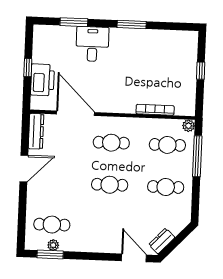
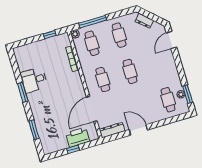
desk: (92, 44) -> (34, 80), moved
window: (201, 71) -> (50, 35), moved
dresser: (162, 241) -> (144, 21), moved

